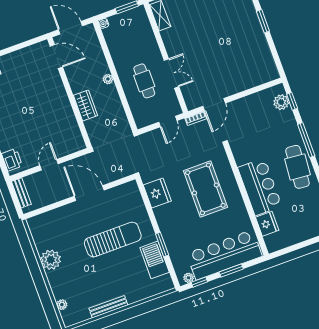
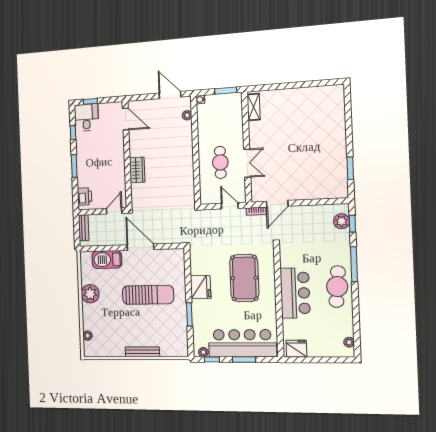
window: (263, 21) -> (350, 168), moved
door: (56, 57) -> (126, 119), moved
plant: (108, 79) -> (187, 115), moved
wall: (70, 93) -> (127, 154), moved
wardrobe: (85, 105) -> (137, 170), moved
door: (168, 121) -> (230, 206), swing flipped
fridge: (157, 193) -> (201, 287), moved
fridge: (267, 224) -> (296, 349), moved, turned -90
barbecue: (155, 260) -> (107, 259), moved, turned -90
bench: (108, 307) -> (142, 352), moved

